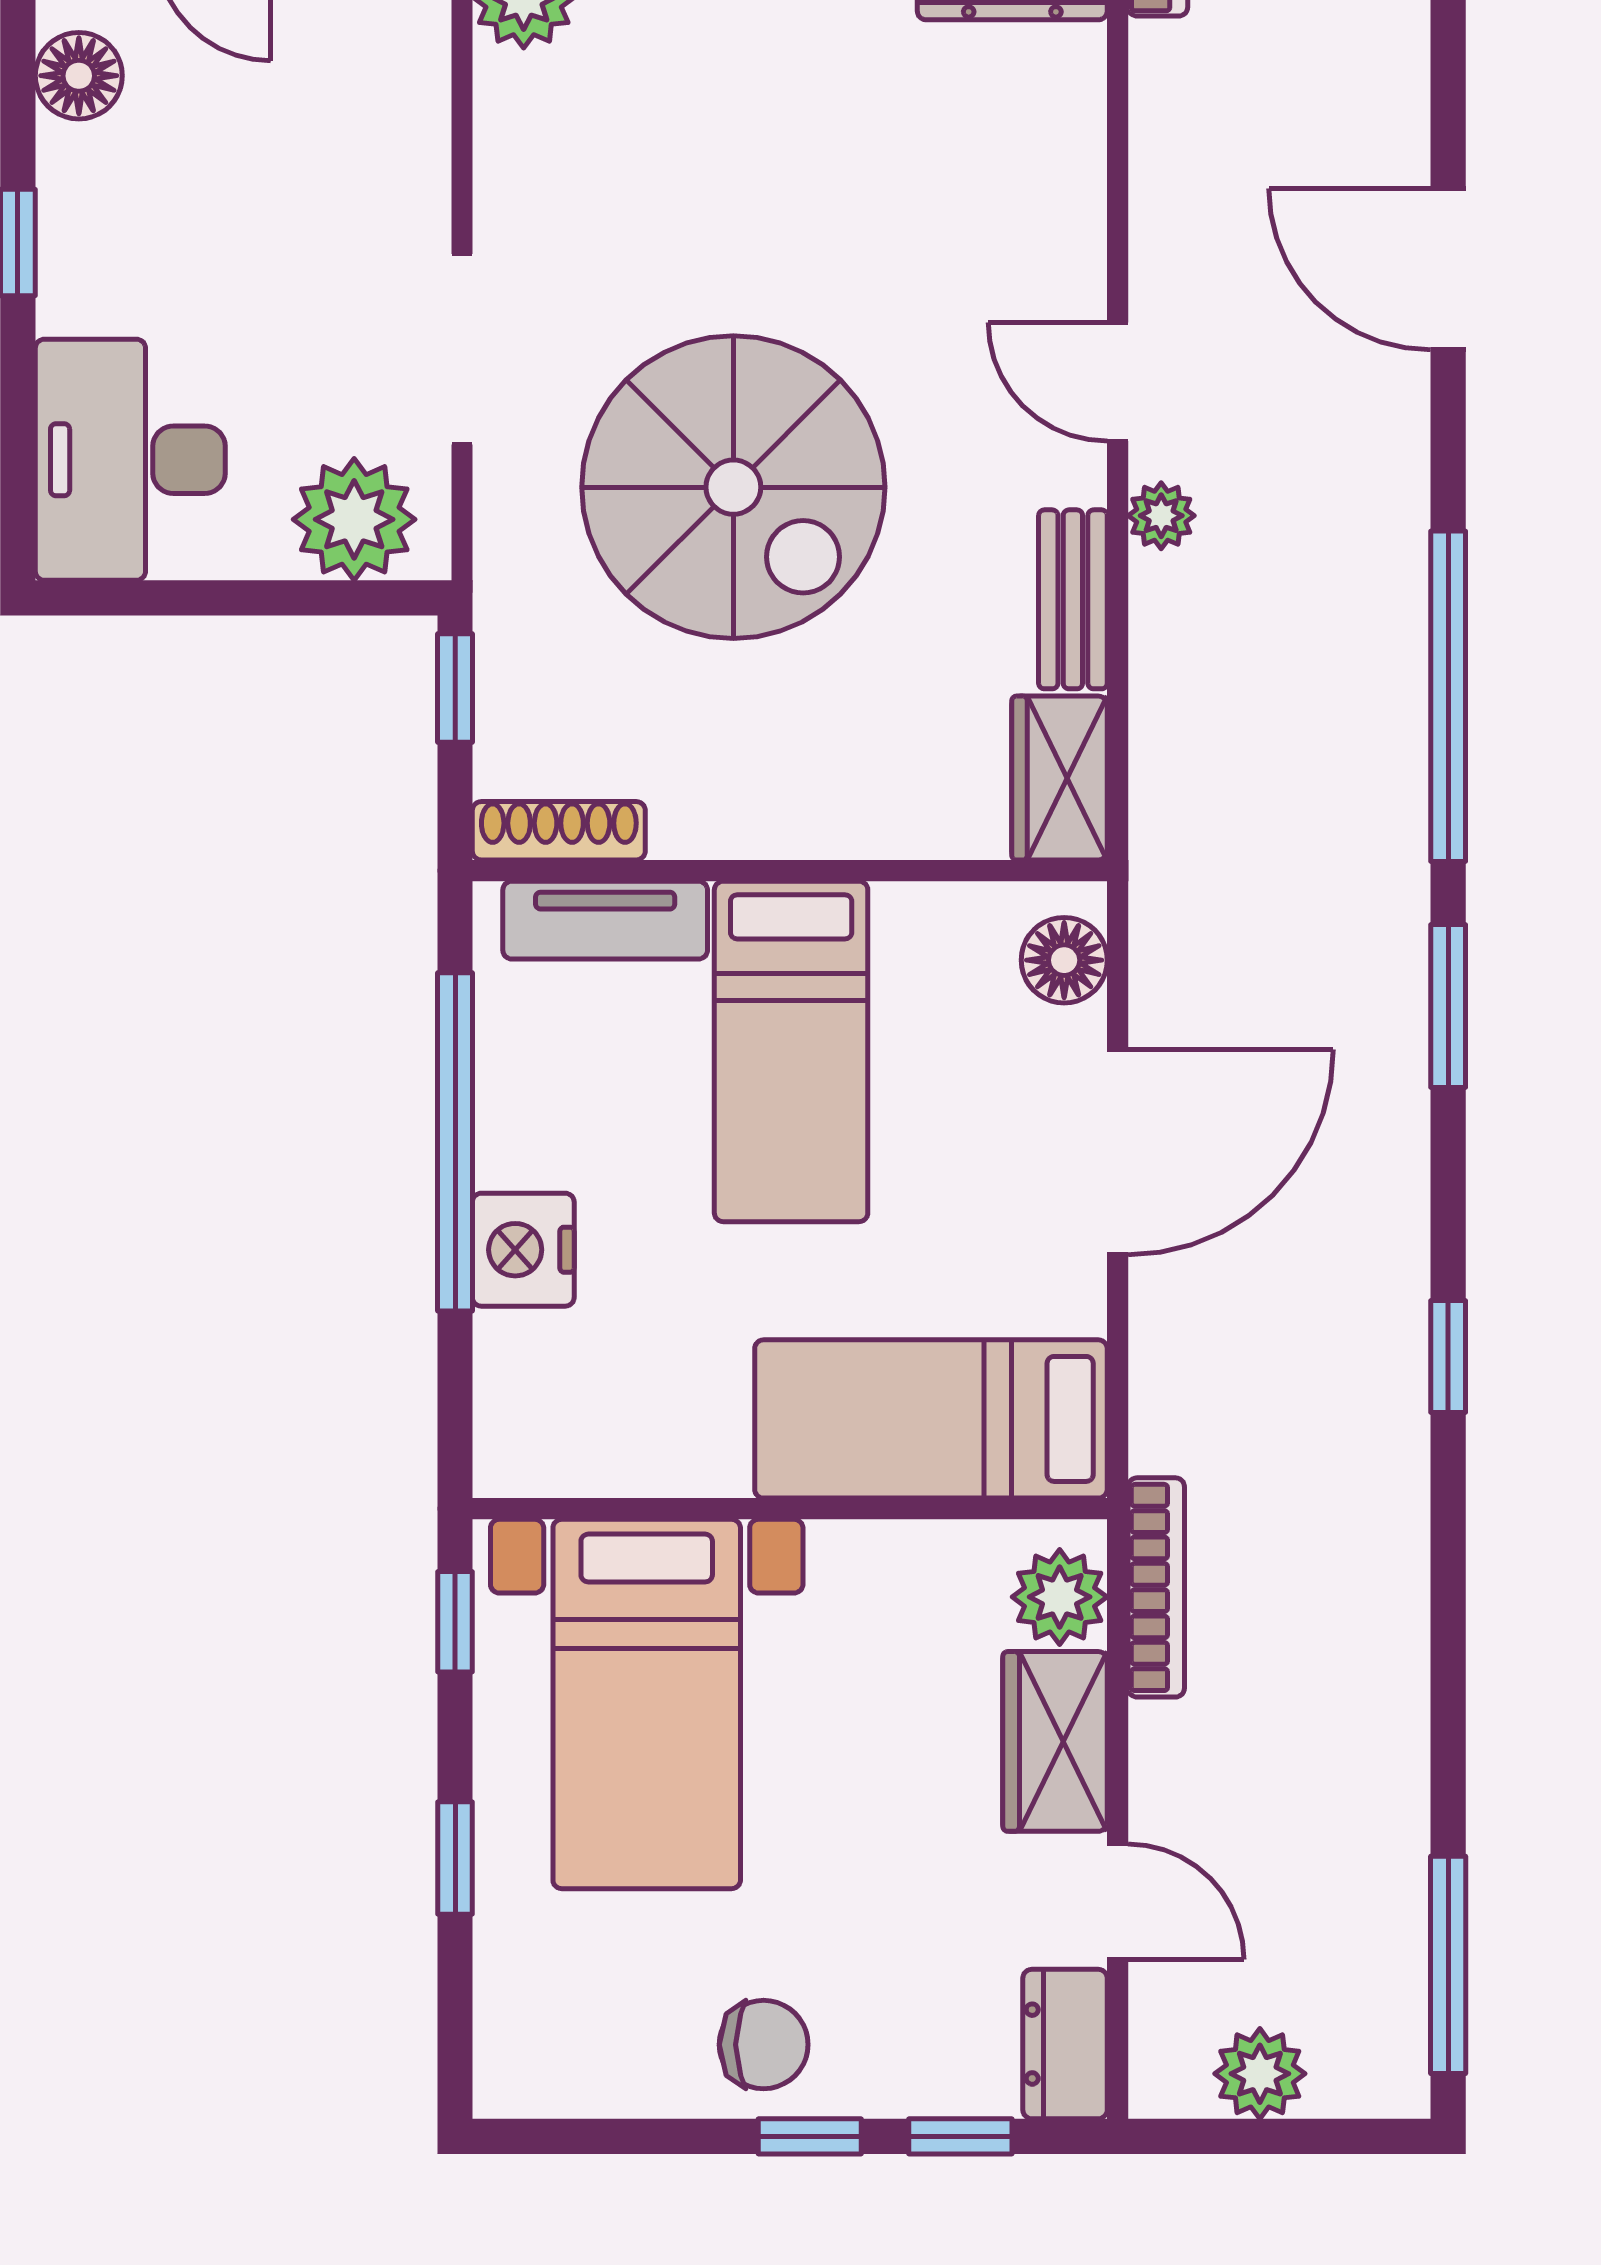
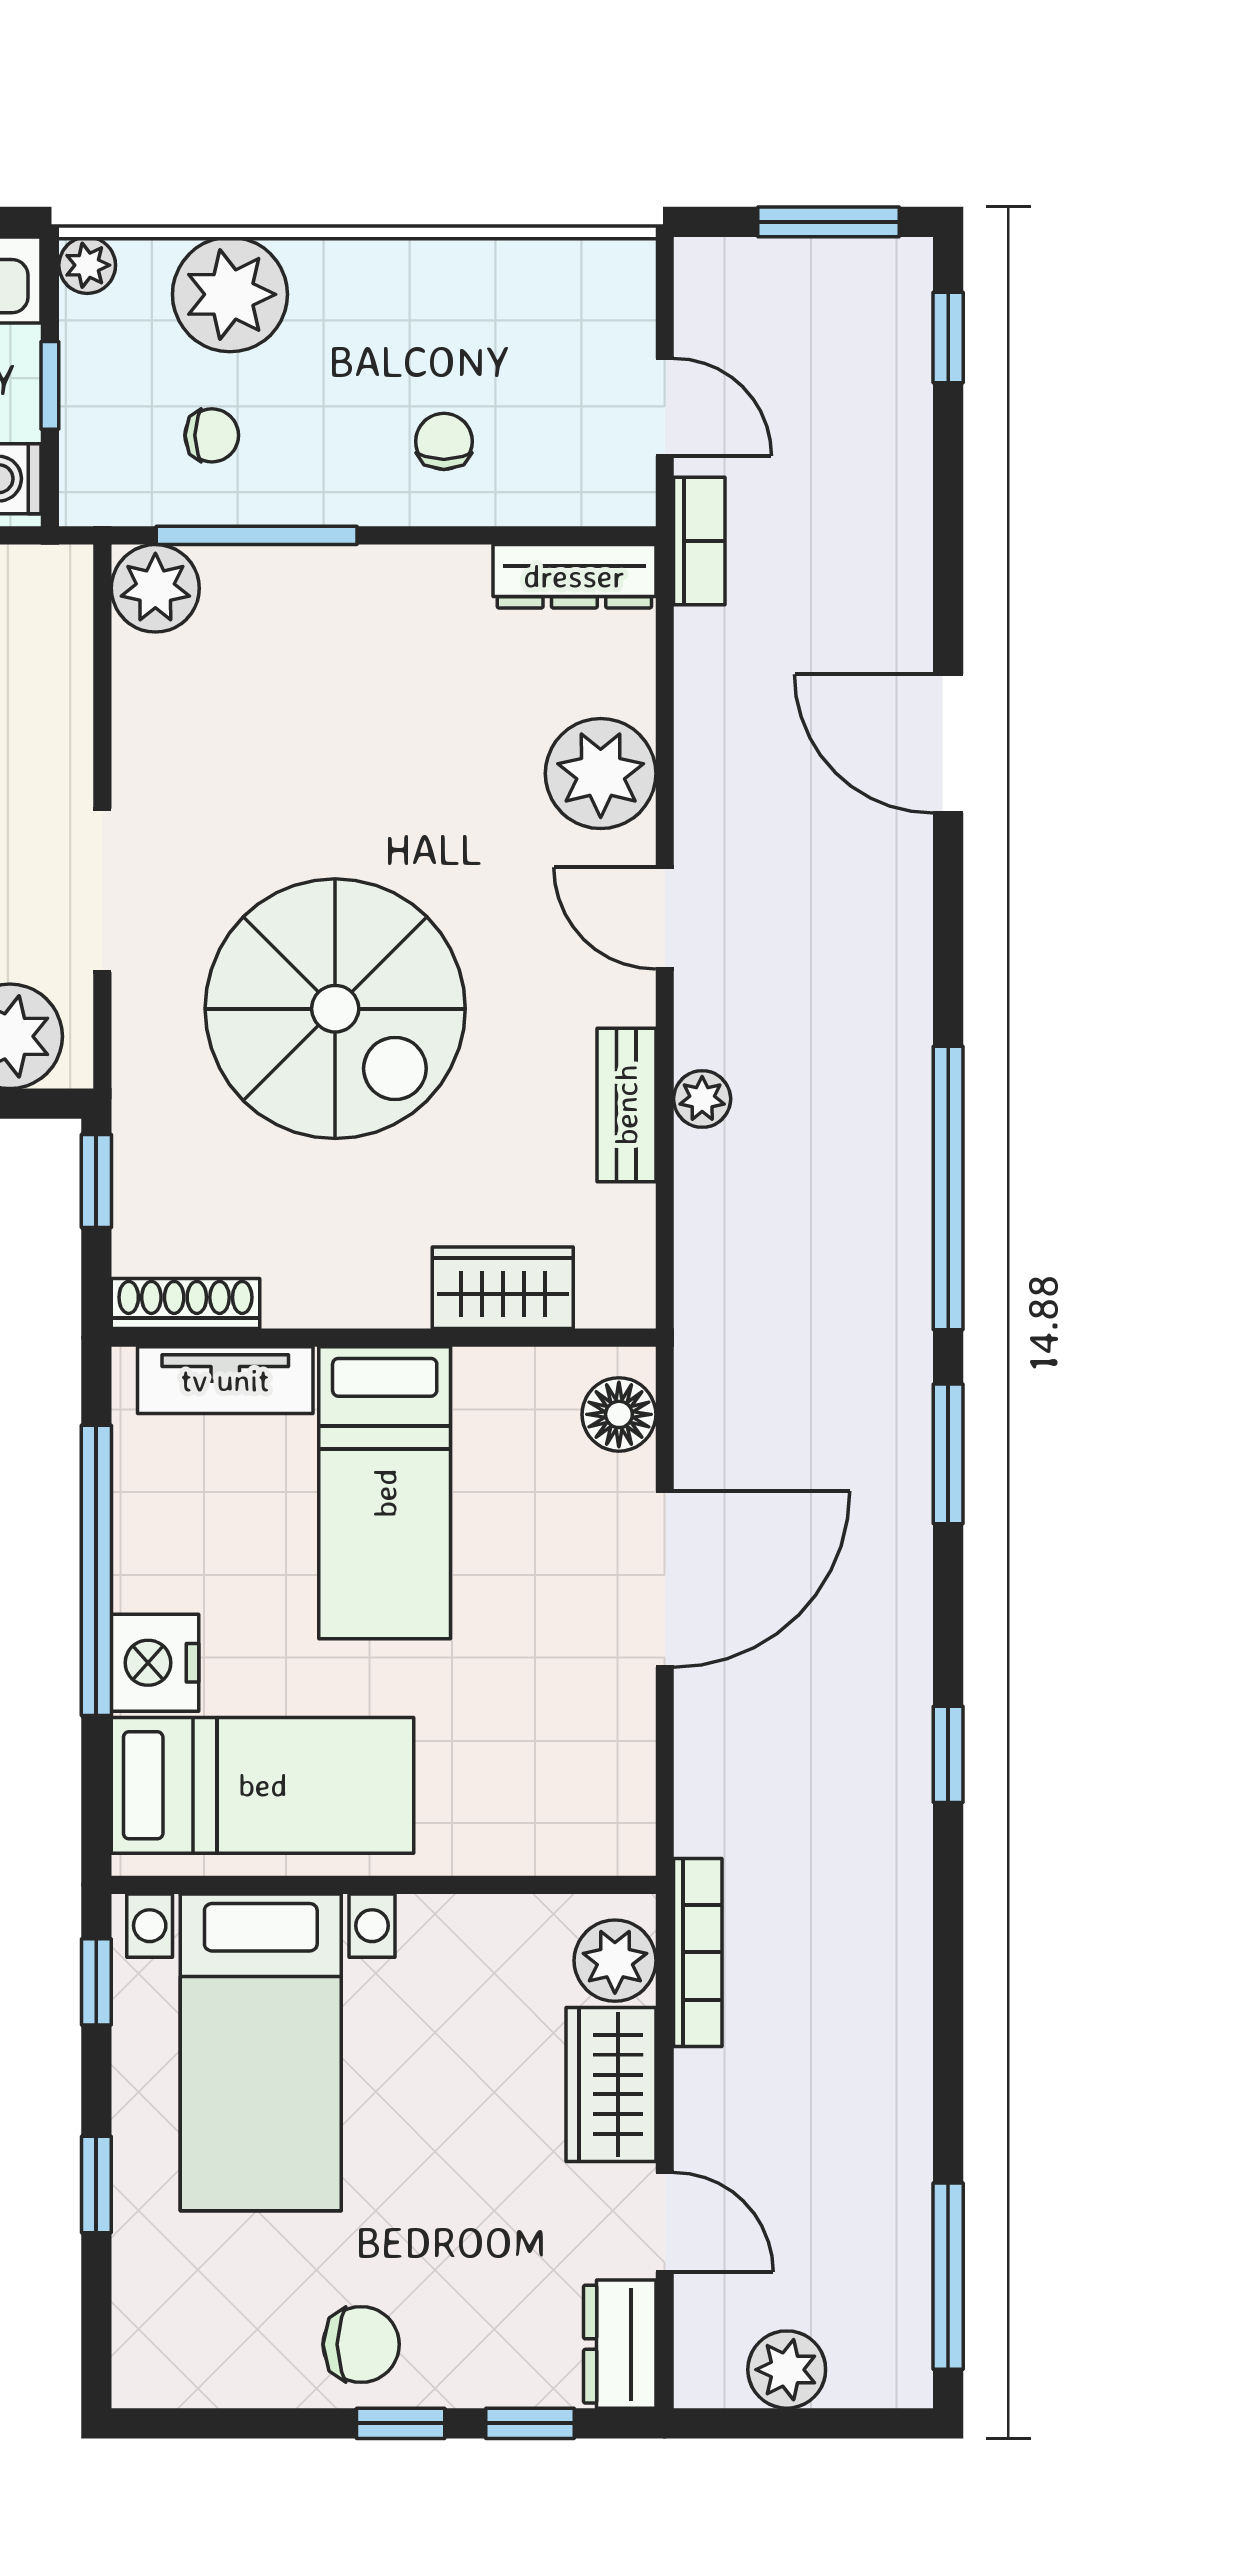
plant: (1043, 213) -> (601, 774), added
door: (1448, 269) -> (948, 744), moved
plant: (1161, 516) -> (702, 1099), moved
wardrobe: (1060, 778) -> (503, 1288), moved, turned 90
bed: (931, 1419) -> (263, 1785), moved, turned 180

